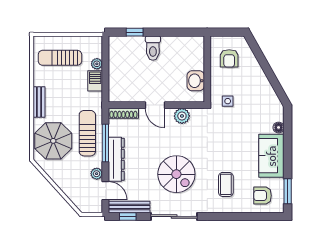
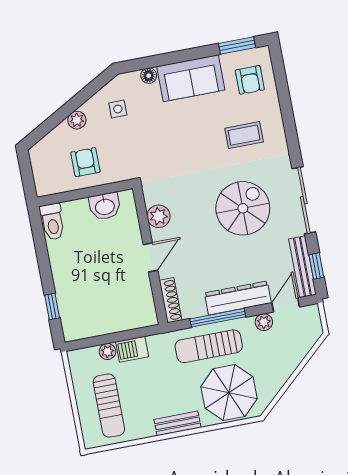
toilet: (153, 48) -> (52, 222), moved, turned 90
armchair: (229, 58) -> (85, 162), moved, turned -90
plant: (258, 73) -> (77, 120), added
side table: (228, 101) -> (118, 109), moved

